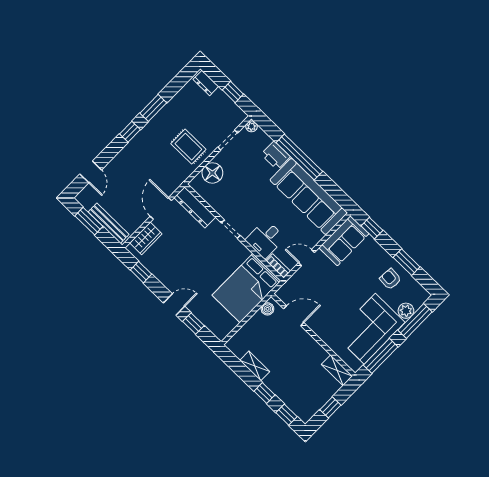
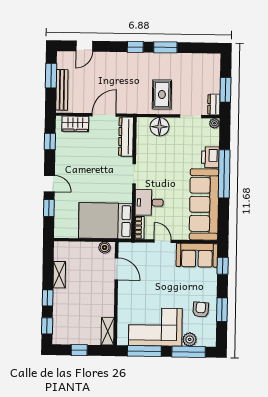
dresser: (206, 83) -> (214, 104), moved
window: (233, 92) -> (225, 90), width x1.50

